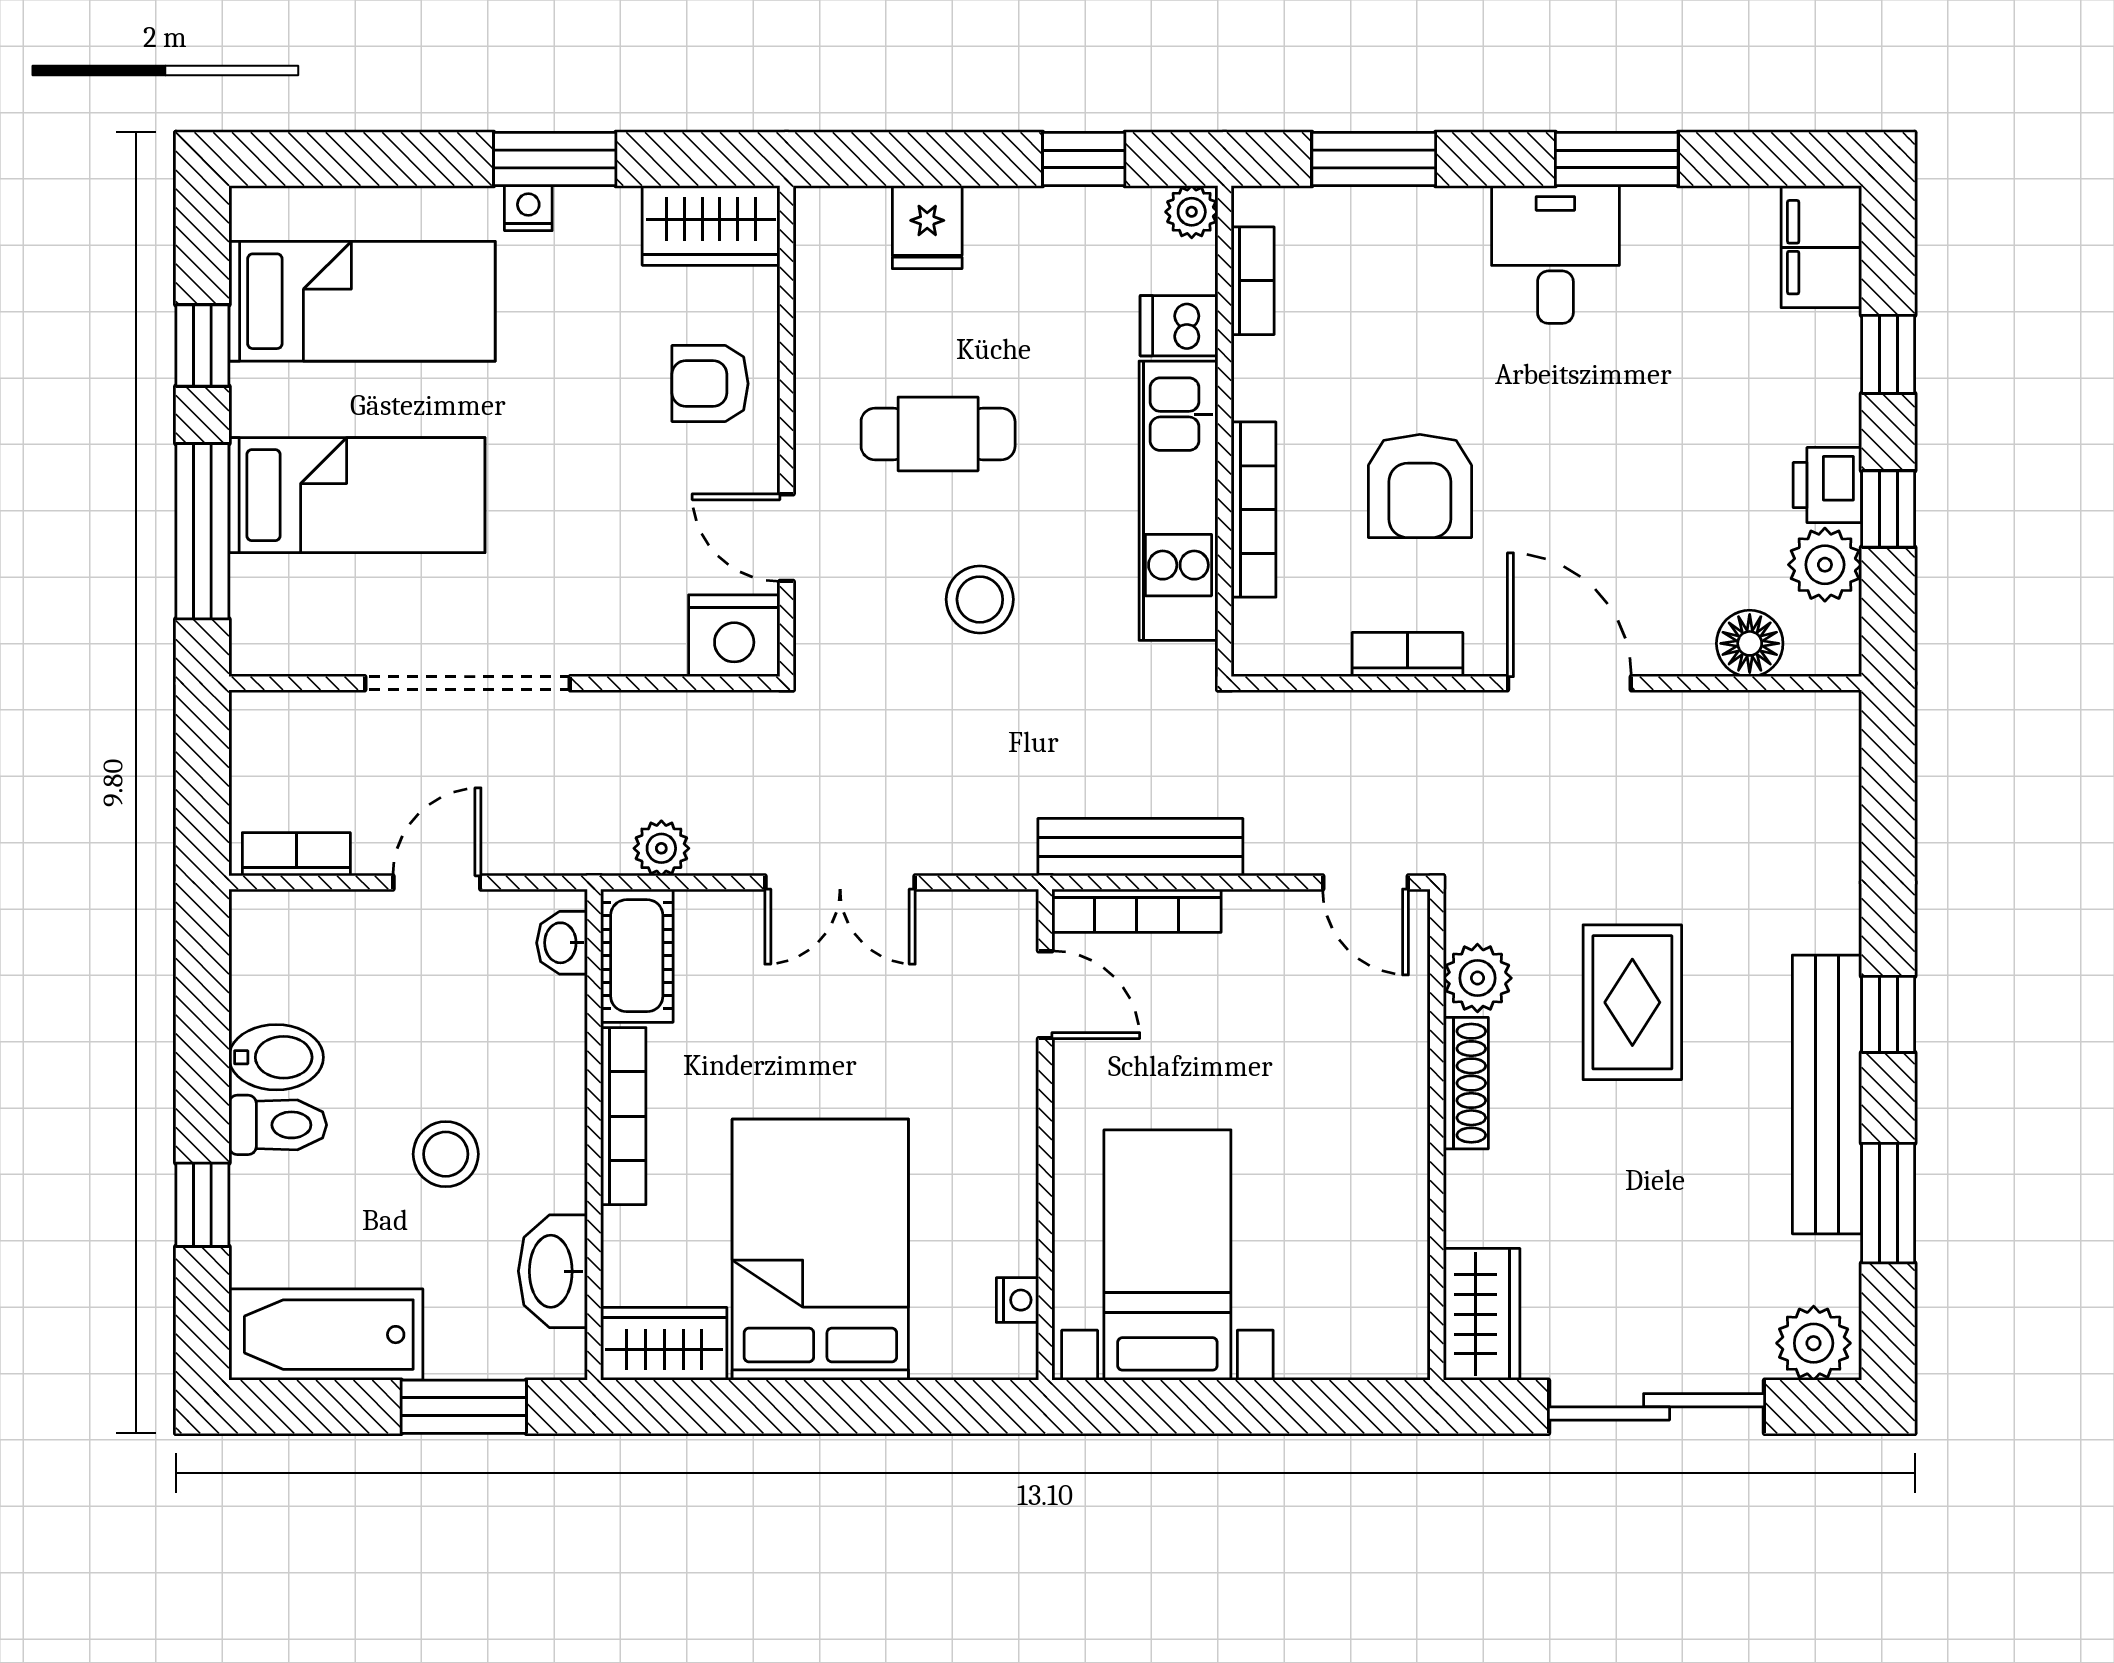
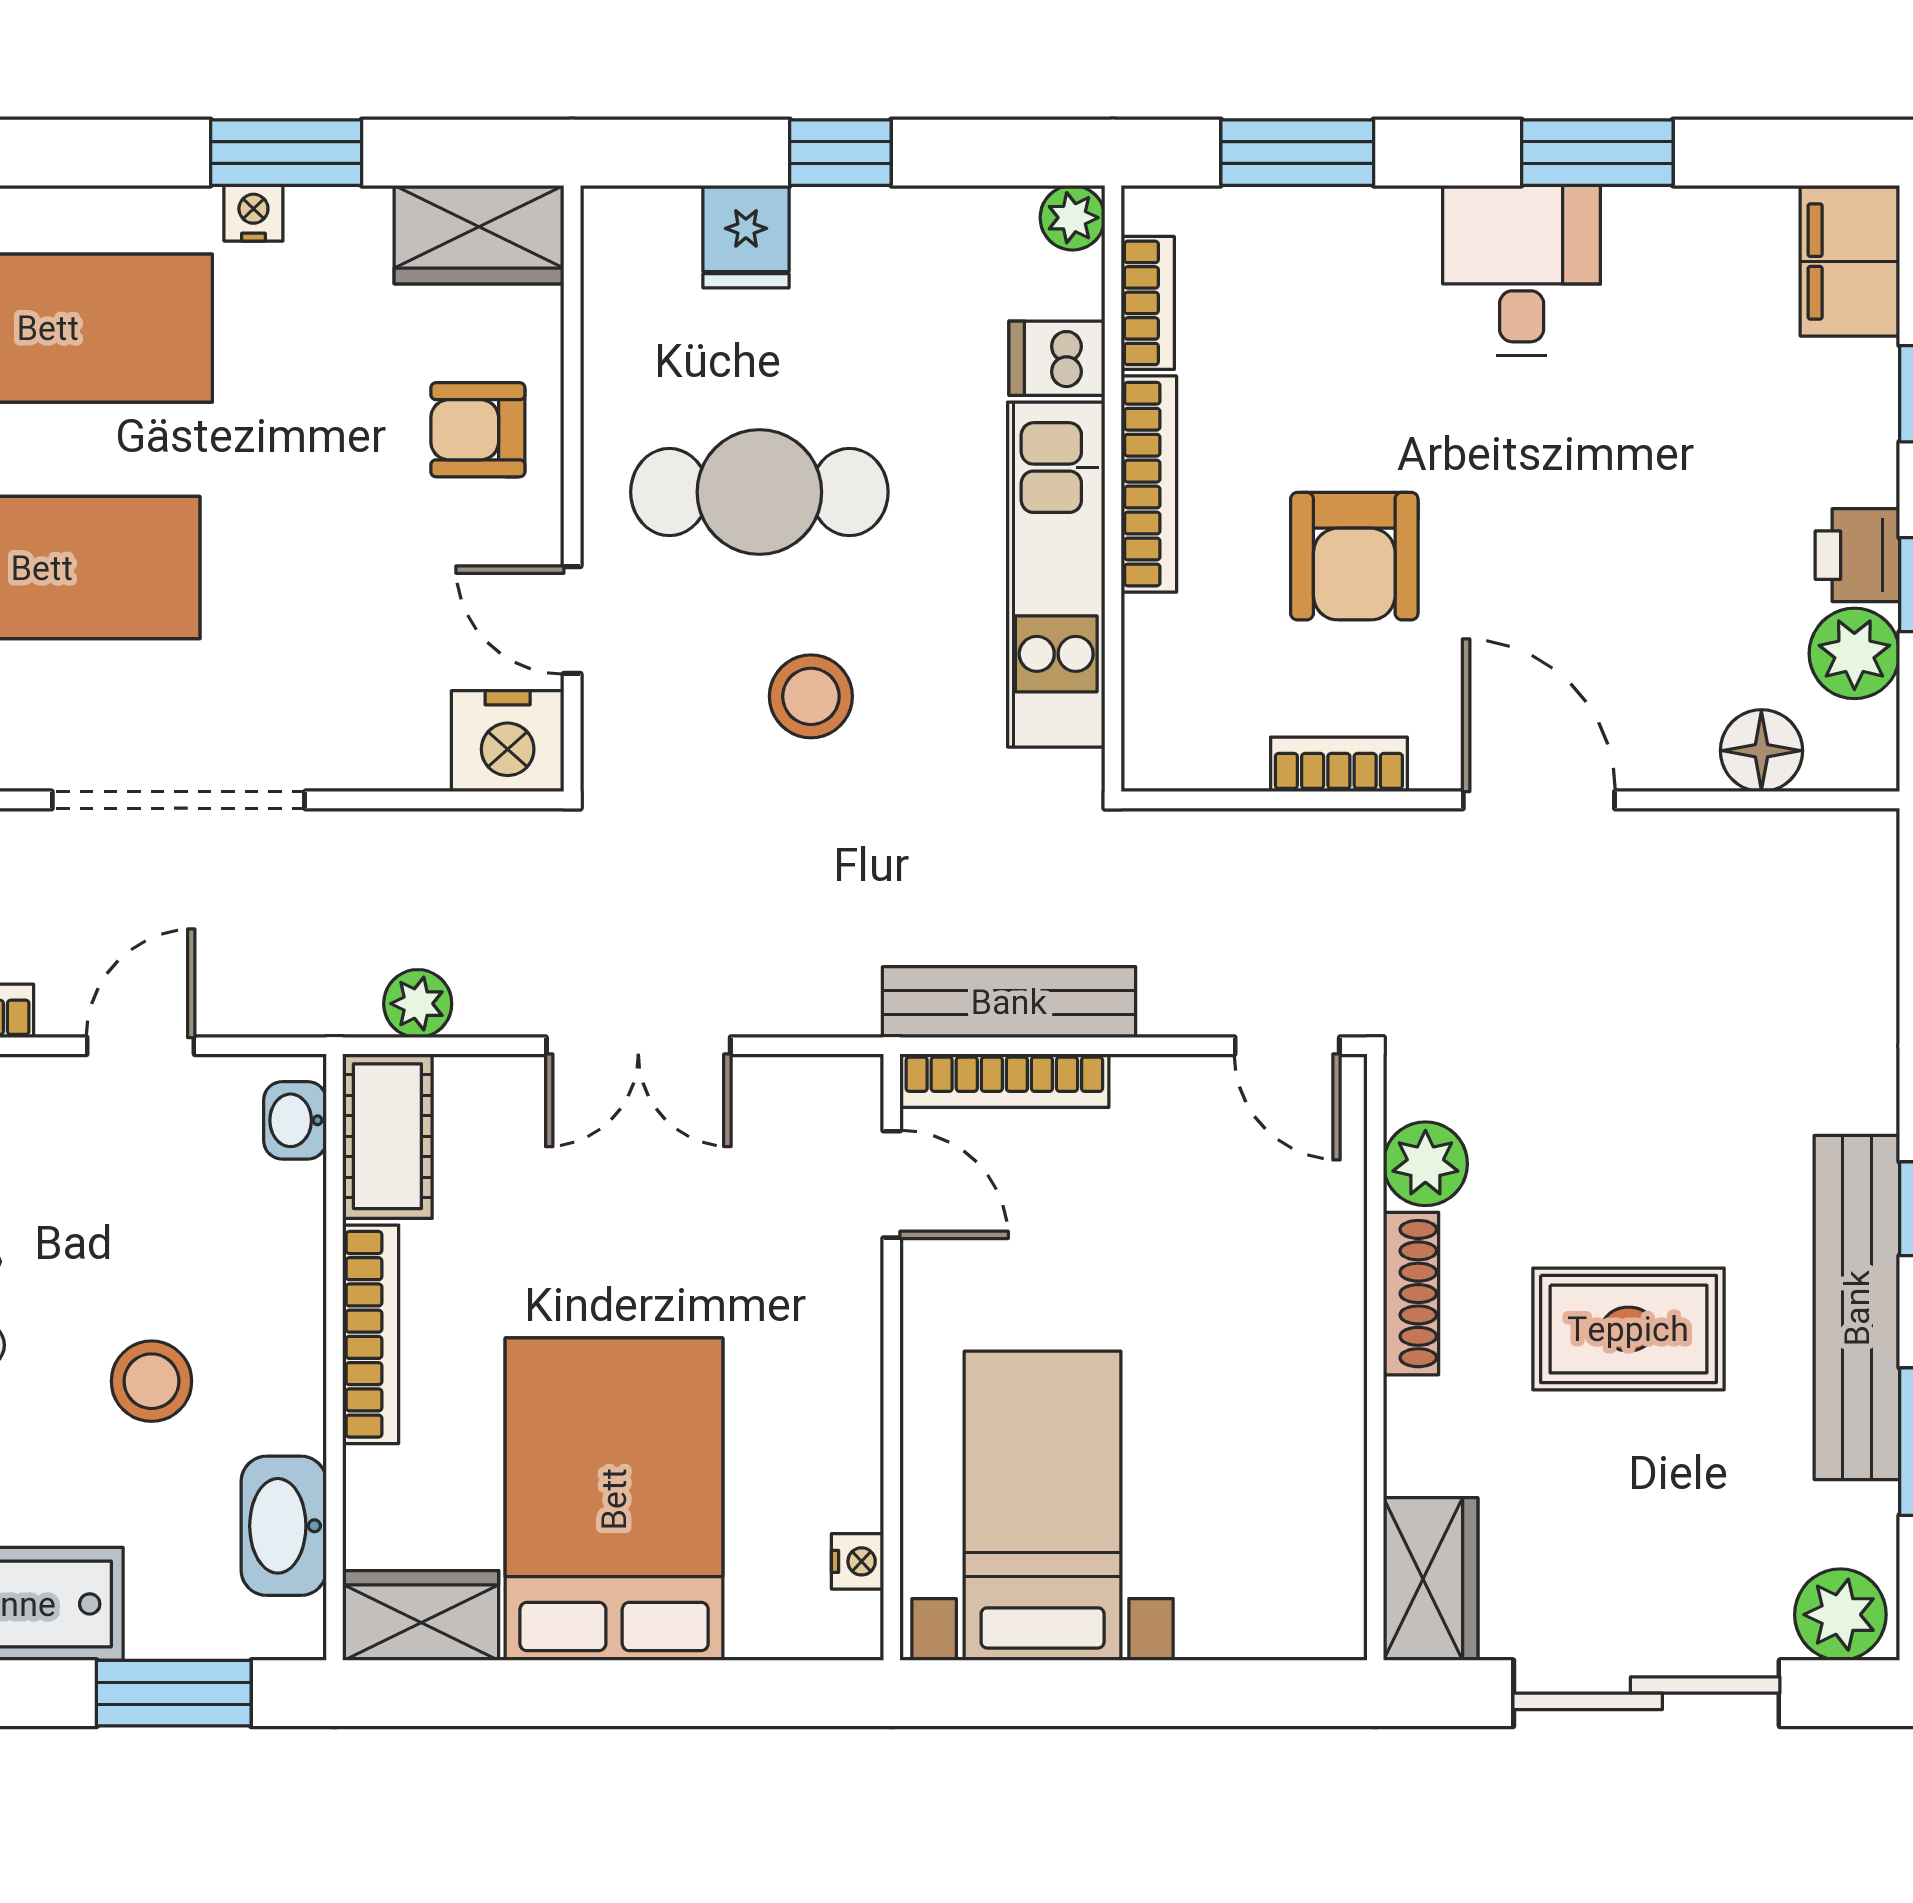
window: (1084, 159) -> (840, 153), moved
cafe table: (938, 434) -> (759, 492), width x1.37, depth x1.35
bookcase: (1254, 510) -> (1149, 484), moved
rug: (1632, 1002) -> (1628, 1329), moved, turned 90

